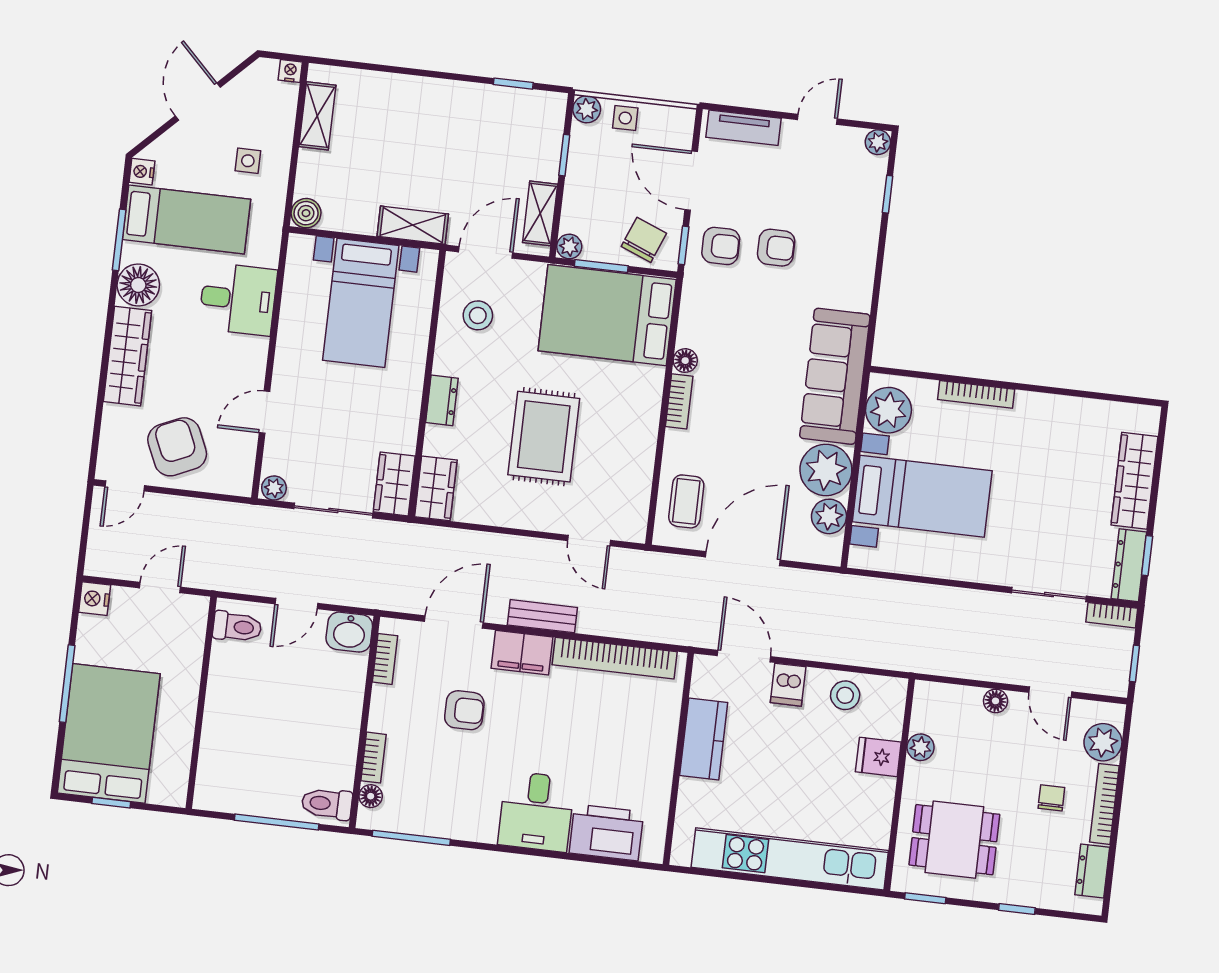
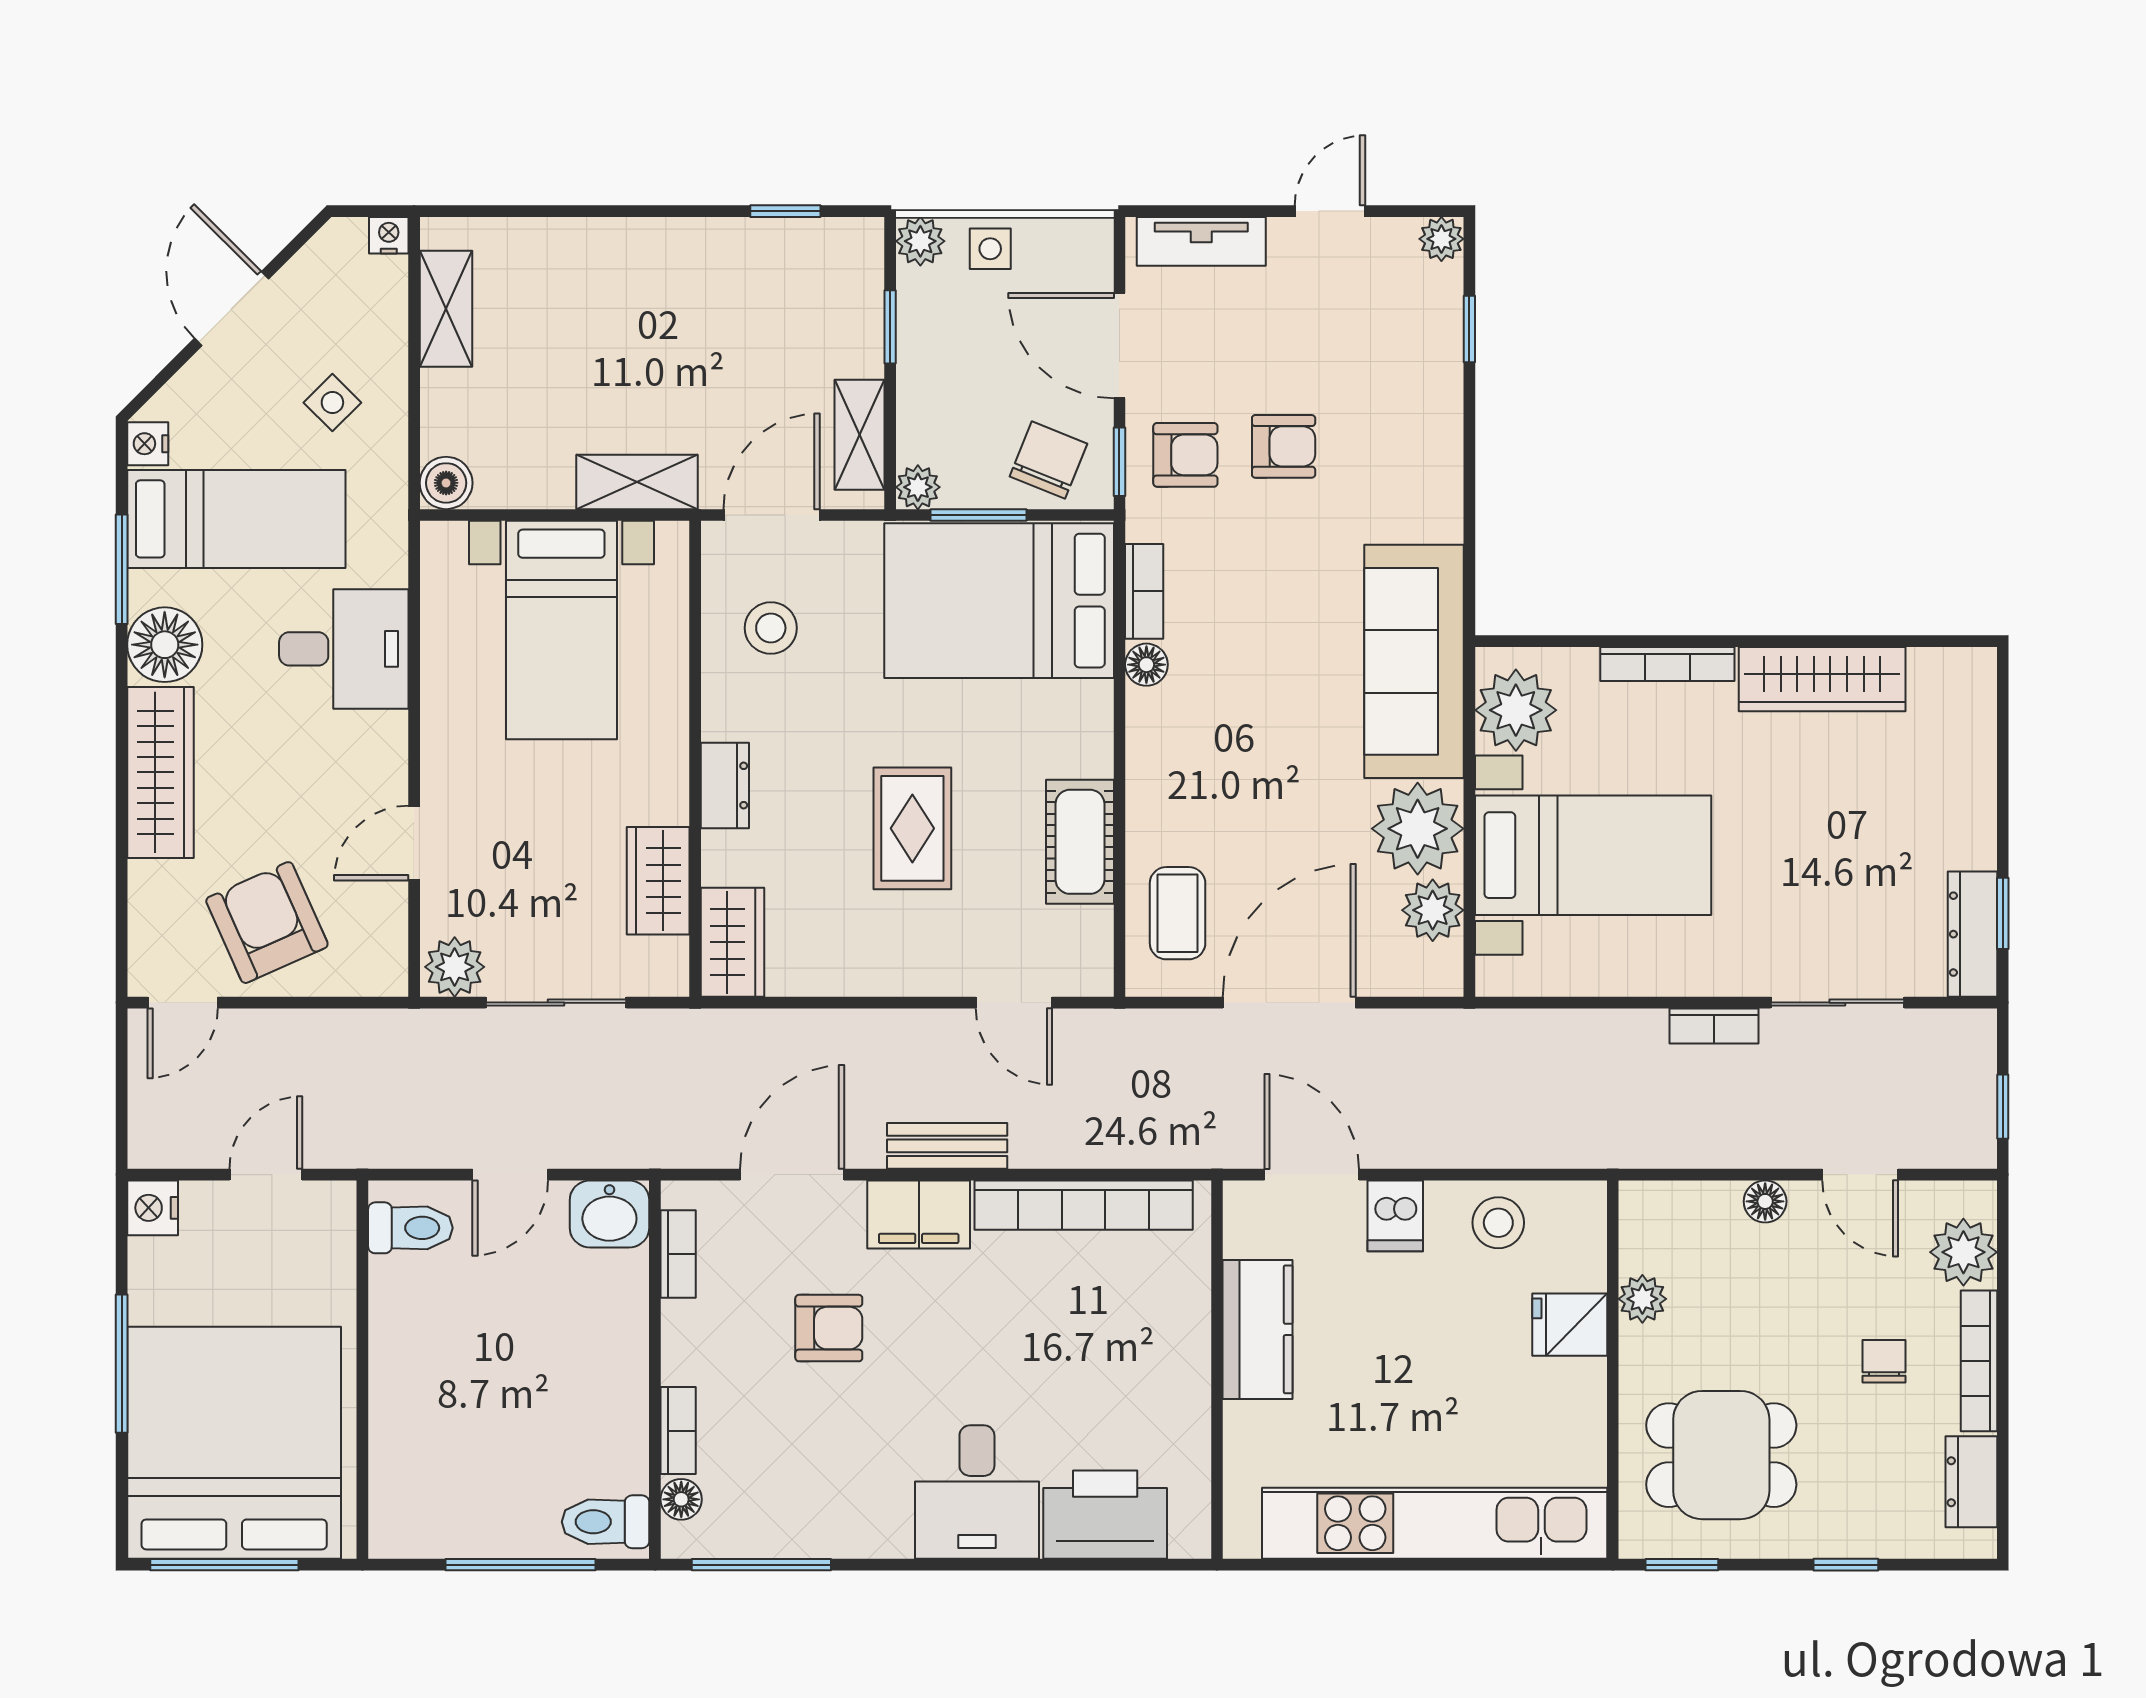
side table: (248, 161) -> (332, 403), turned 45
bookcase: (679, 401) -> (1144, 591), moved
rug: (544, 437) -> (912, 828), width x0.73, depth x0.70
cot: (636, 455) -> (1080, 842), added
wardrobe: (1134, 481) -> (1822, 679), moved, turned -90
wardrobe: (394, 484) -> (658, 881), moved
plant: (274, 488) -> (455, 967), width x1.38, depth x1.38
bookcase: (1112, 615) -> (1714, 1026), moved
bed: (109, 733) -> (234, 1443), width x1.36
window: (111, 803) -> (224, 1565), width x2.17

